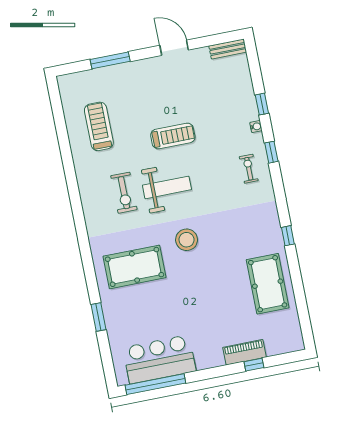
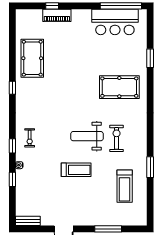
treadmill: (173, 136) -> (76, 170), turned 180
window: (68, 161) -> (150, 167), added
stool: (187, 240) -> (81, 98), removed

